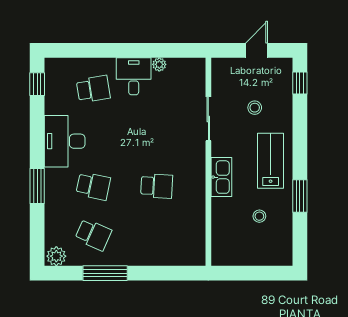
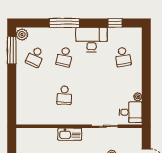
desk: (134, 76) -> (131, 112), moved
window: (37, 84) -> (115, 23), moved
window: (37, 186) -> (64, 23), width x1.44
window: (105, 273) -> (12, 50), moved

